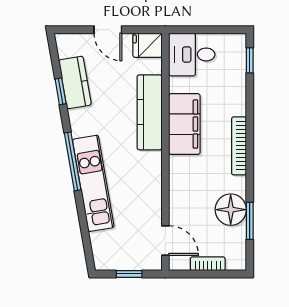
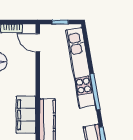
kitchen unit: (93, 183) -> (80, 68), width x1.36

